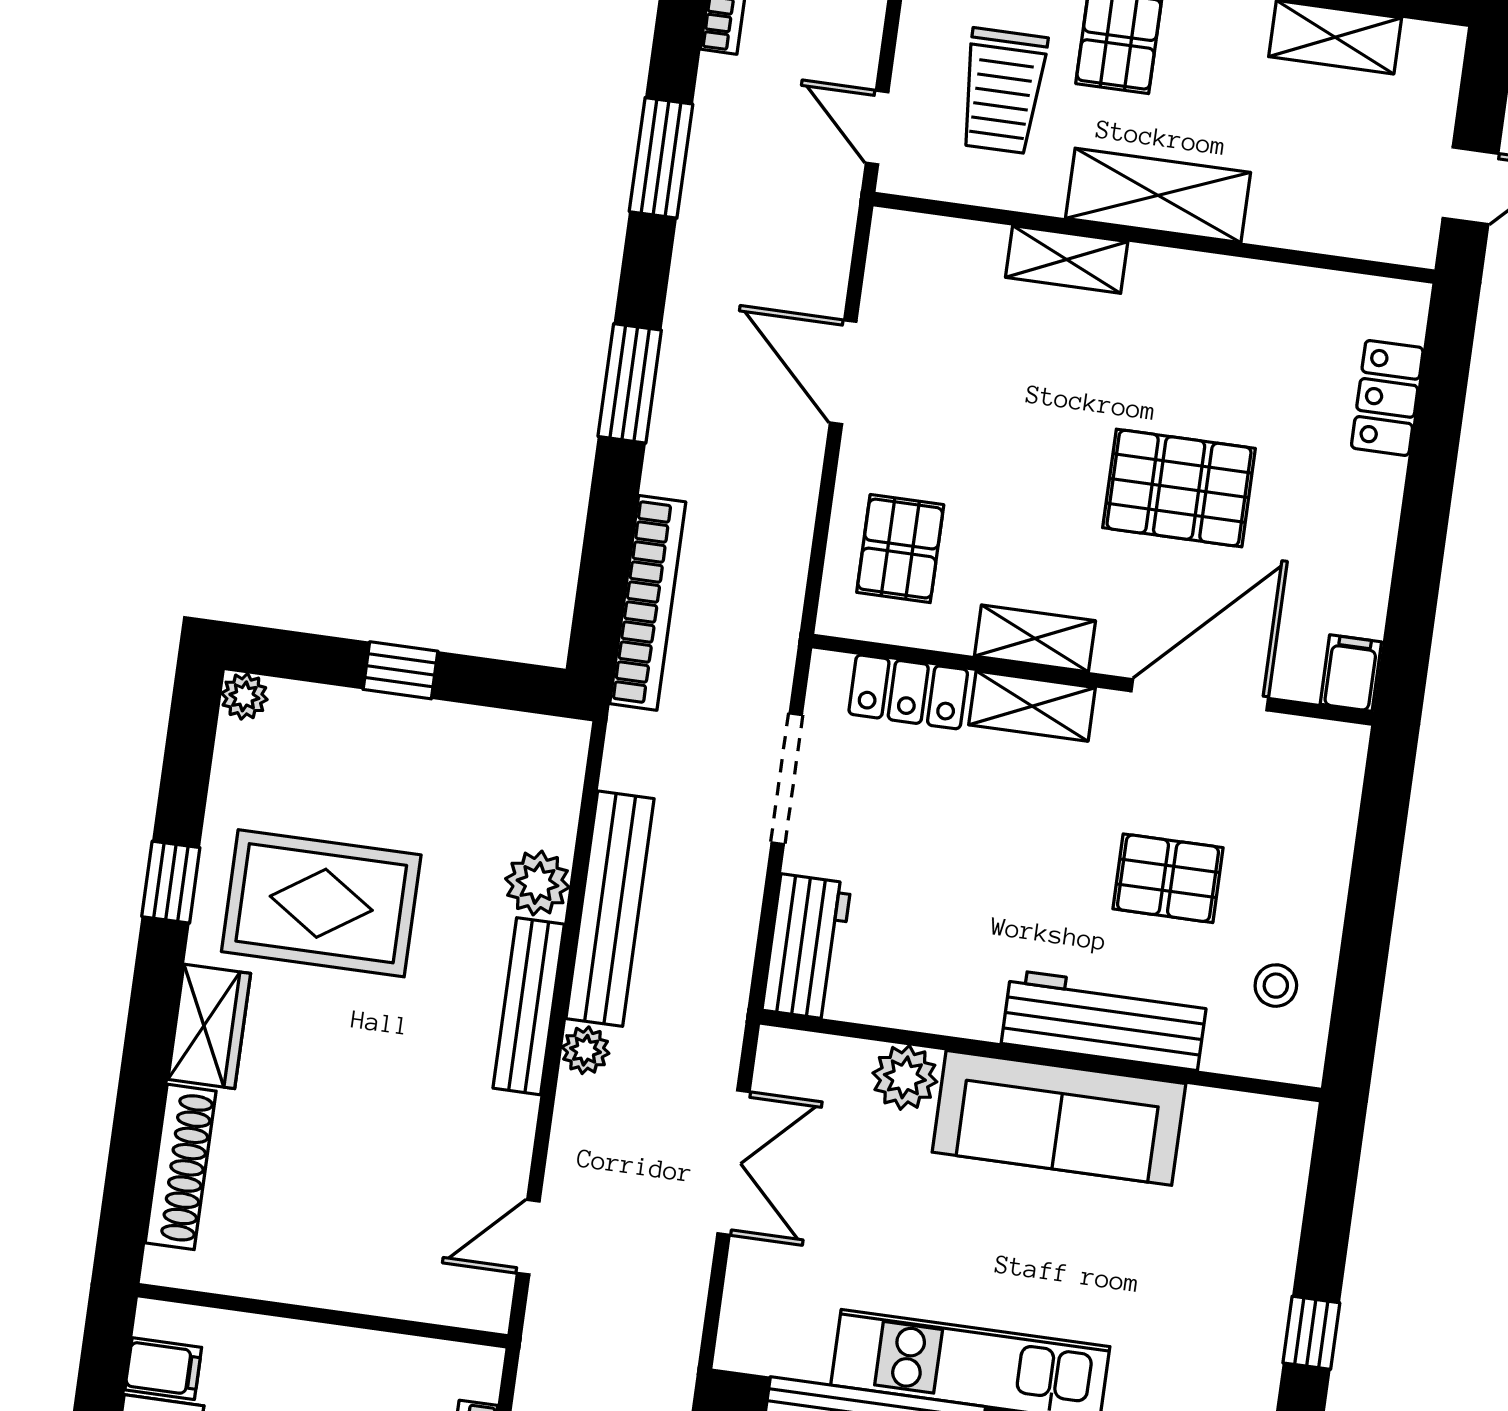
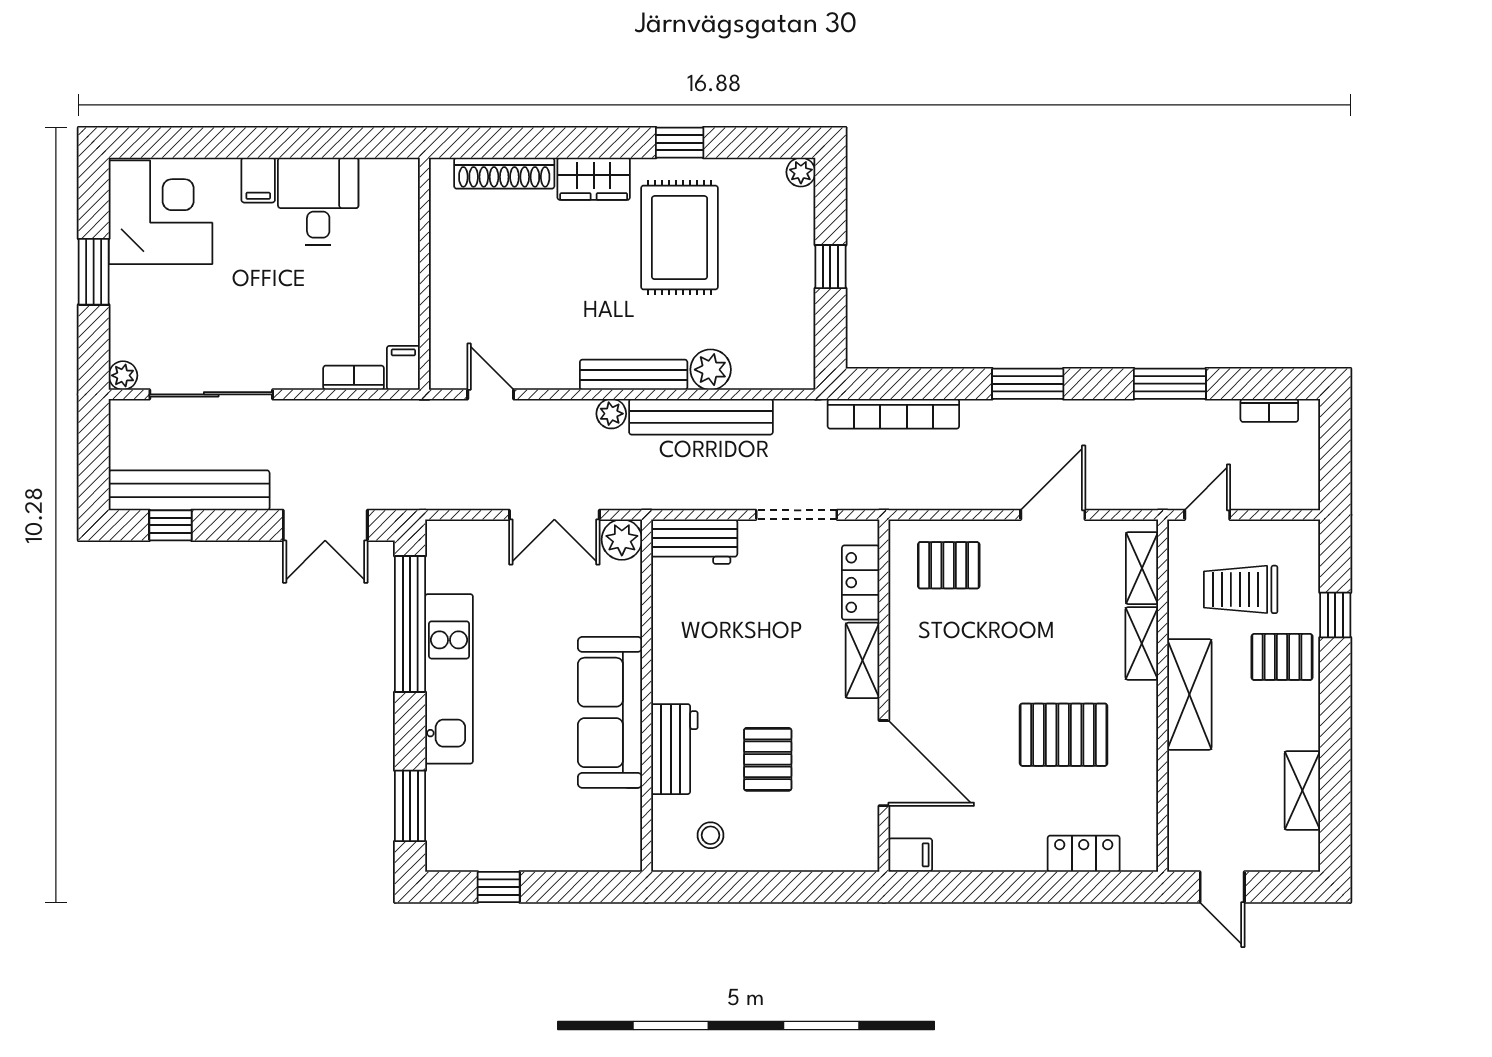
pallet: (1179, 488) -> (1064, 735), moved, turned 90
shelving: (1035, 638) -> (1142, 568), moved
workbench: (1104, 1020) -> (674, 749), width x0.73
plant: (905, 1077) -> (622, 540), moved
filing cabinet: (163, 1369) -> (403, 368), moved, turned 180

